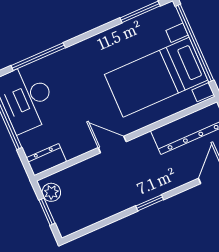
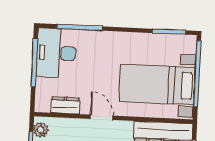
dresser: (46, 160) -> (65, 105), moved

